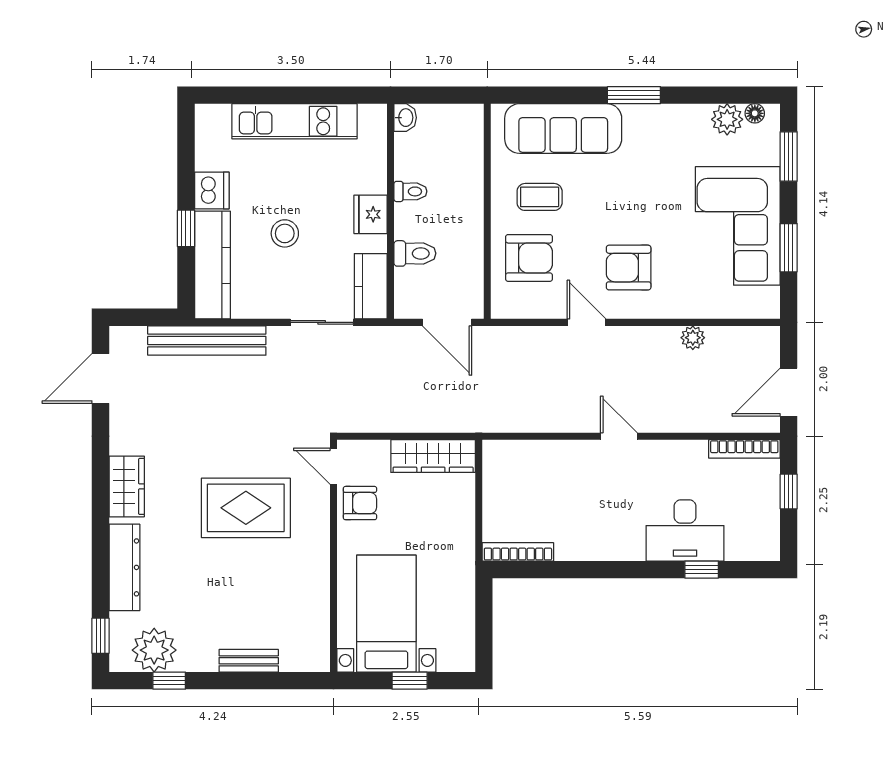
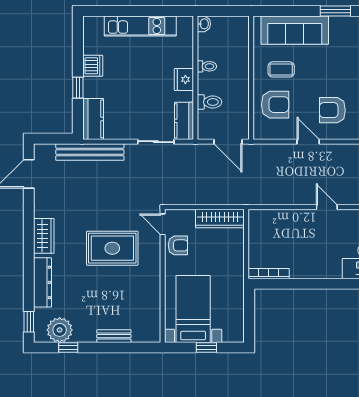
stool: (285, 233) -> (135, 90), removed
kitchen counter: (212, 265) -> (93, 119), width x0.67

